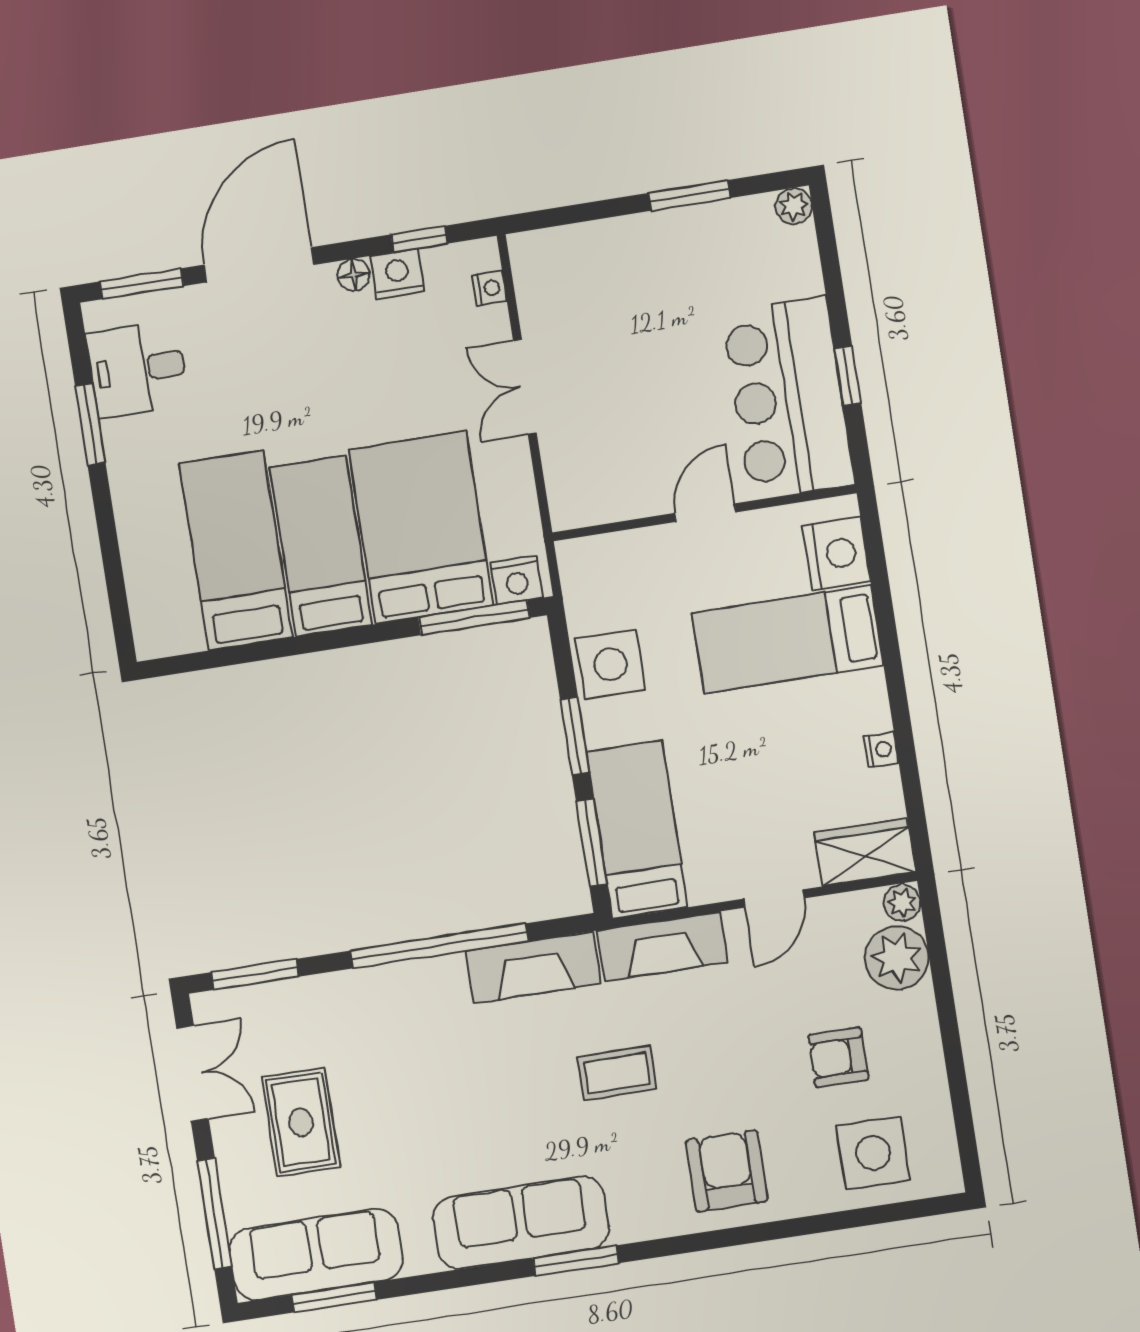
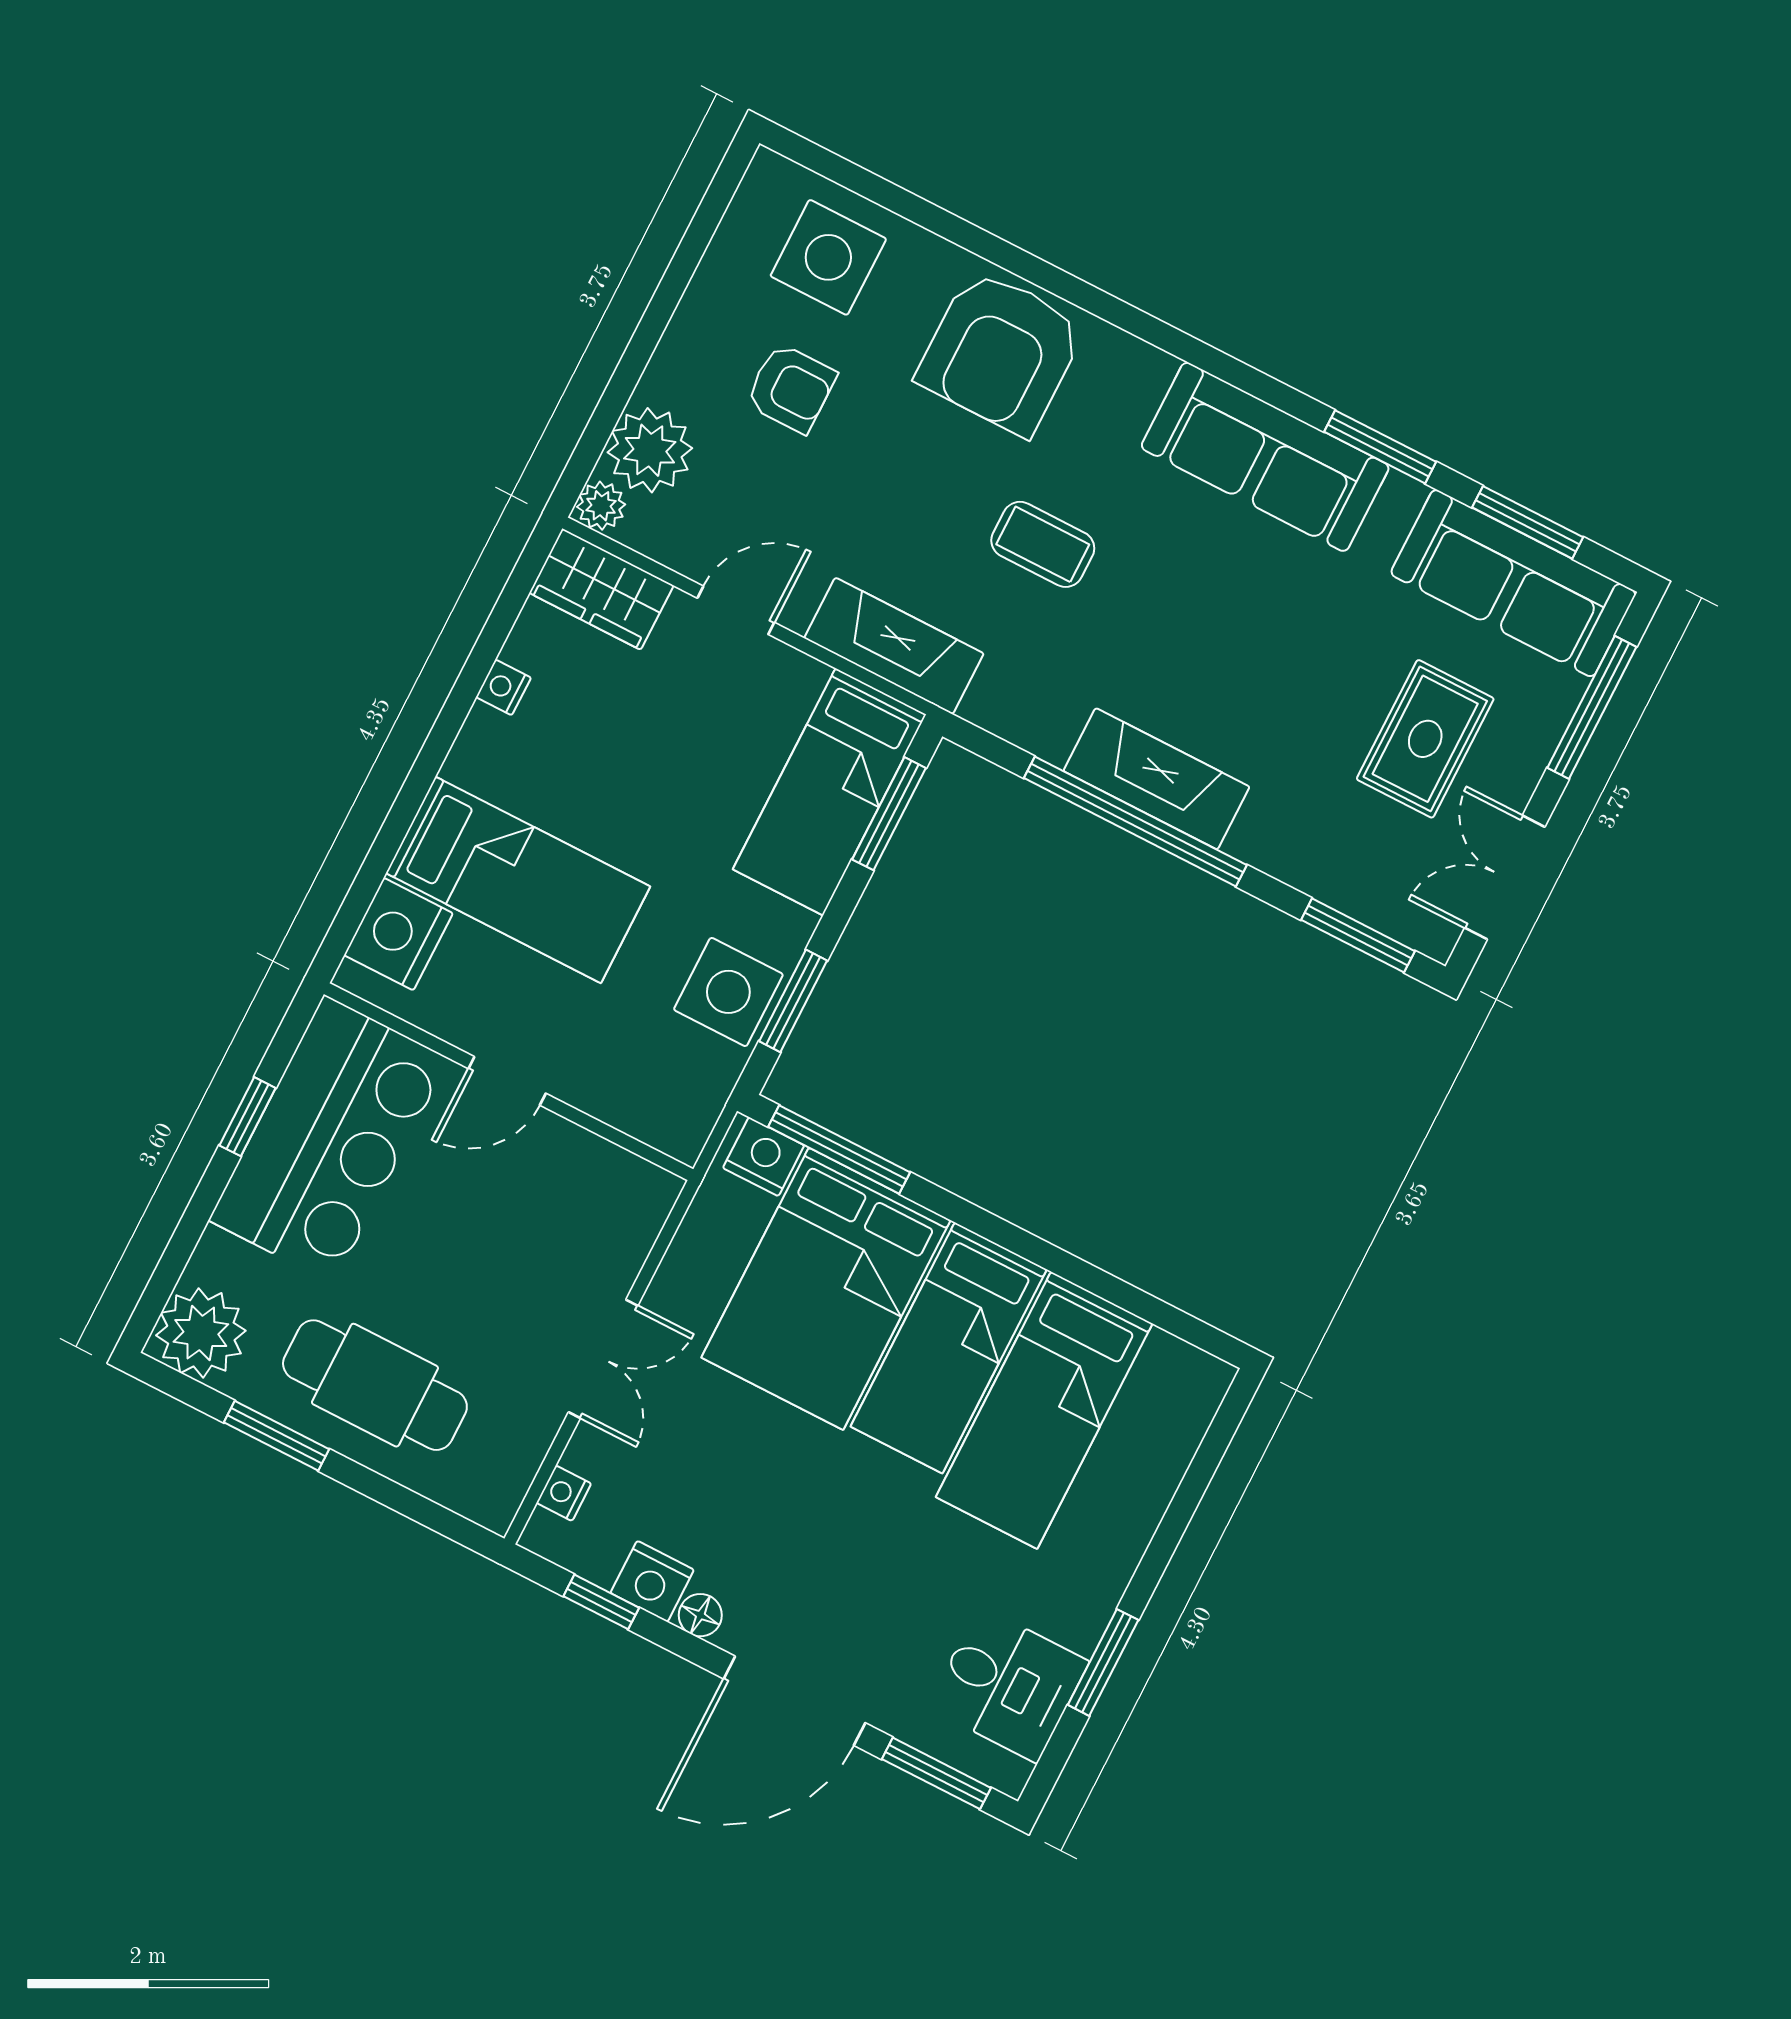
plant: (794, 206) -> (201, 1333), width x1.88, depth x1.88
cafe table: (652, 270) -> (375, 1385), added
window: (575, 736) -> (793, 1001), moved
fireplace: (533, 967) -> (1157, 779), moved
armchair: (727, 1171) -> (1001, 352), width x1.36, depth x1.36
window: (576, 1261) -> (1380, 447), moved

